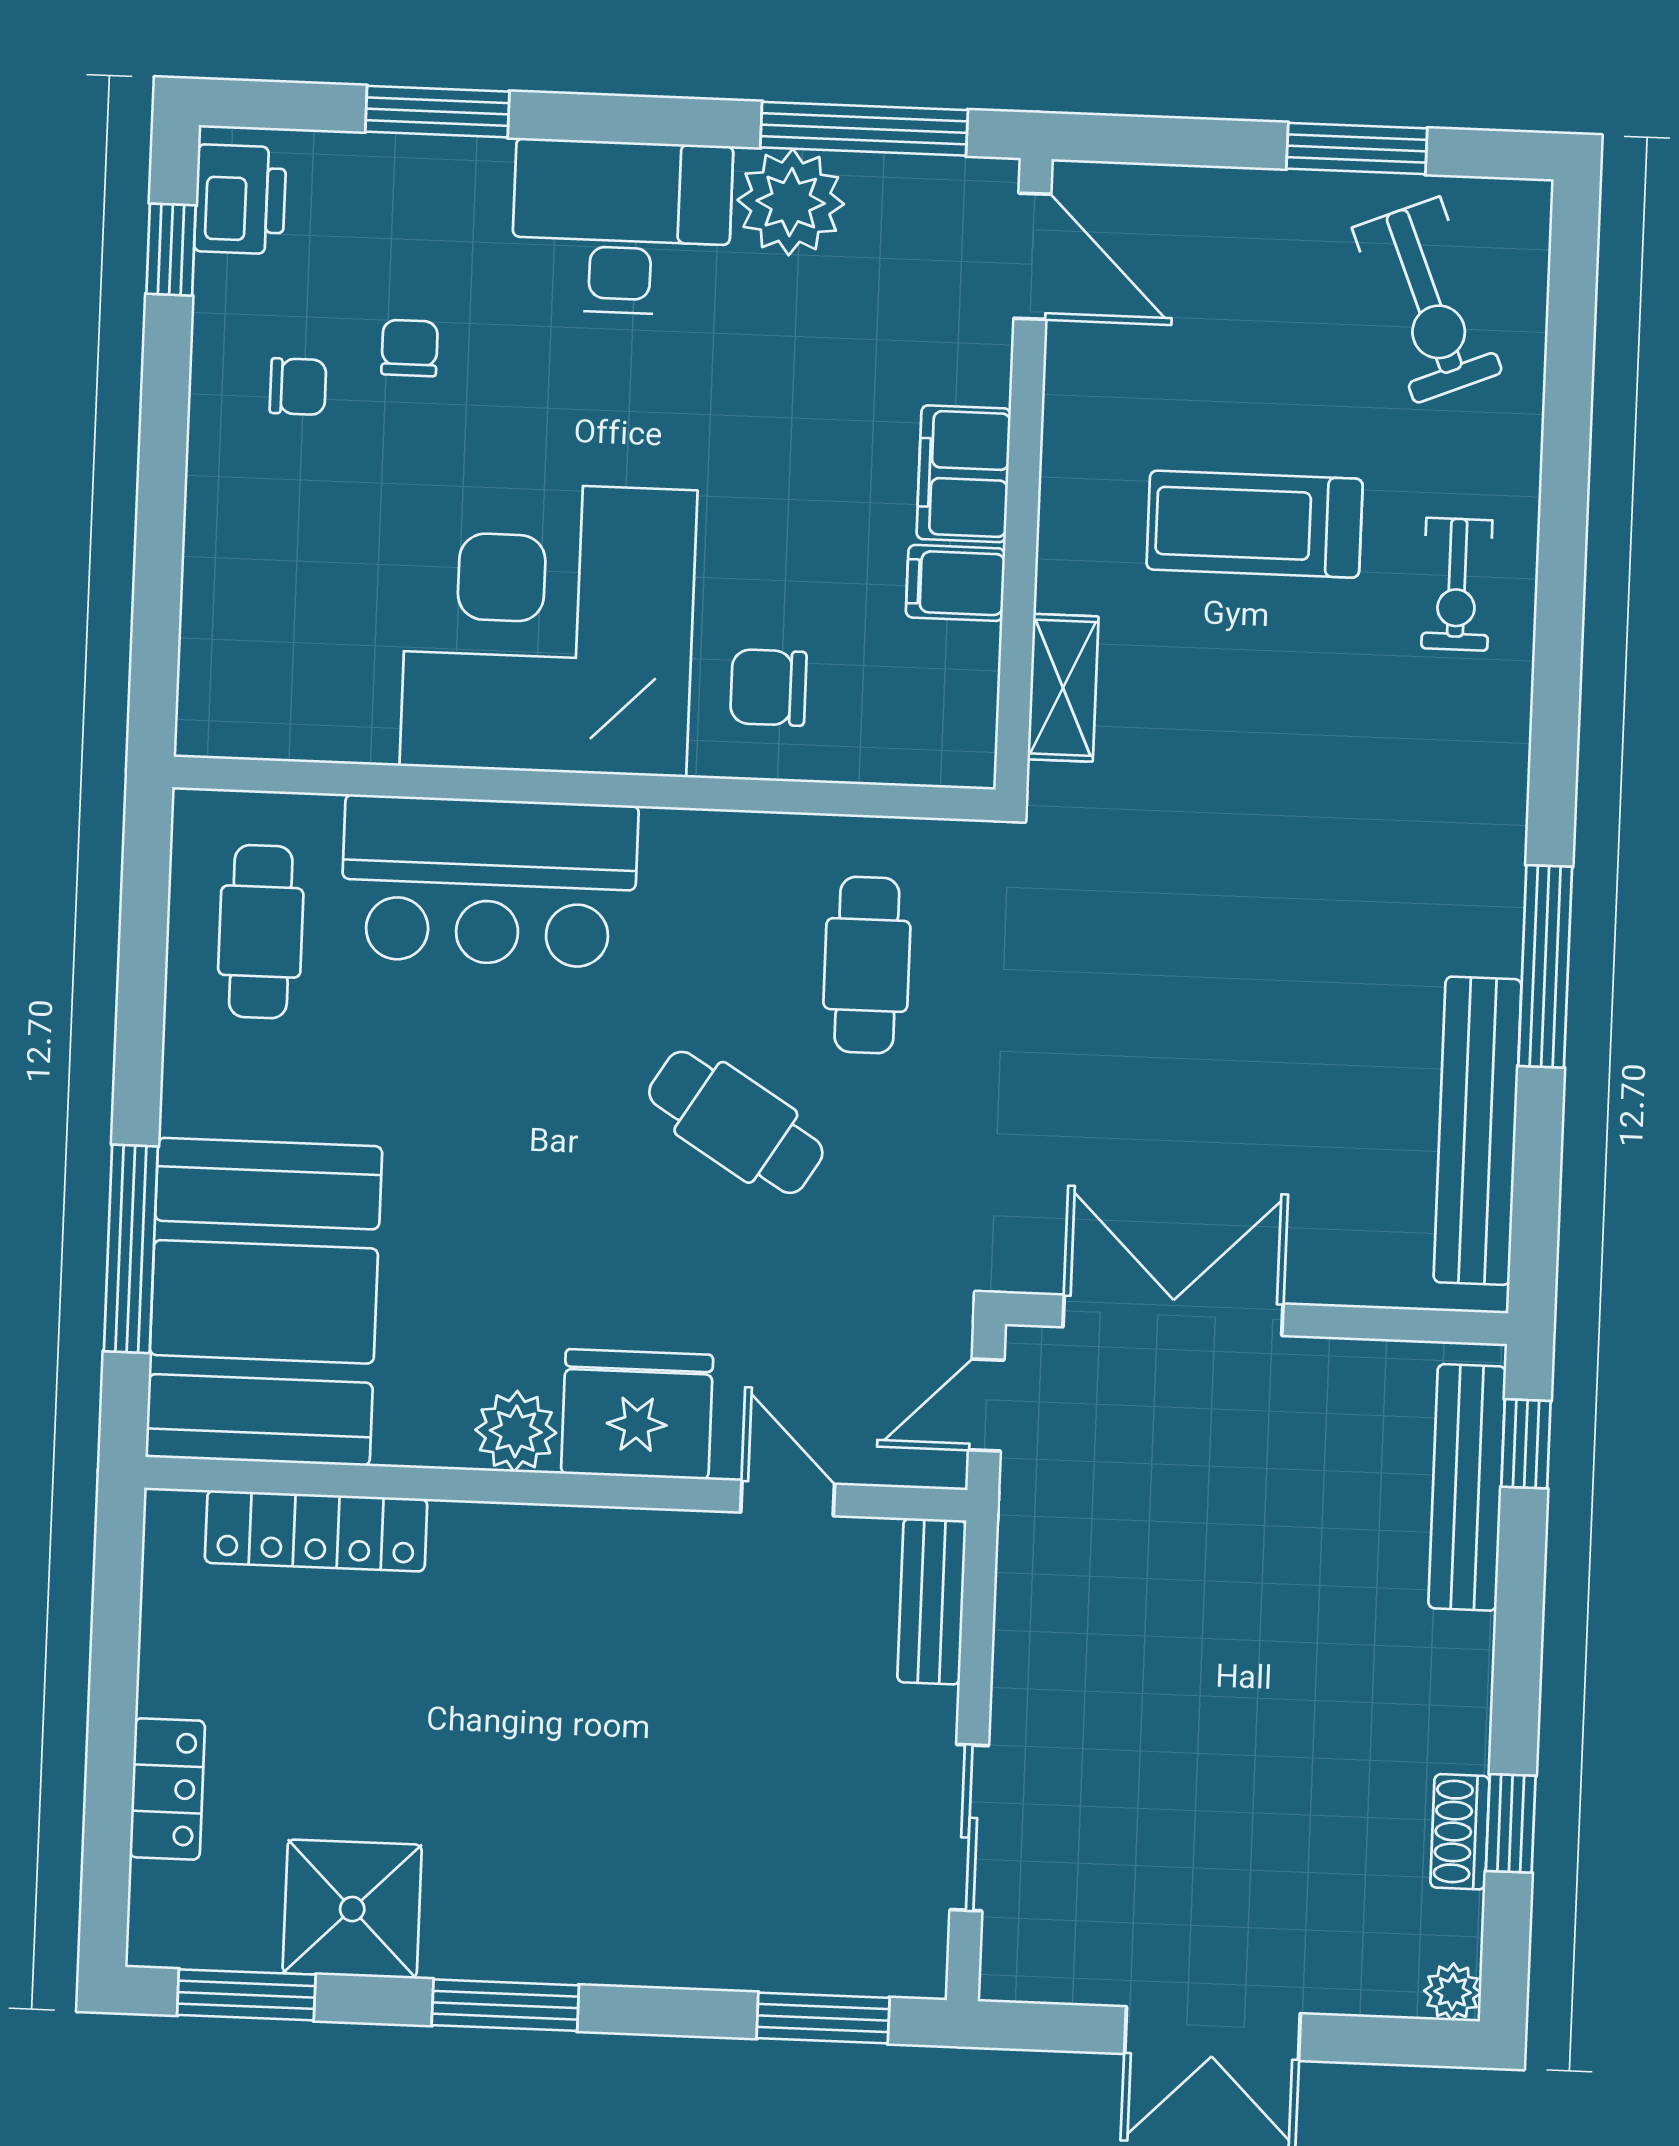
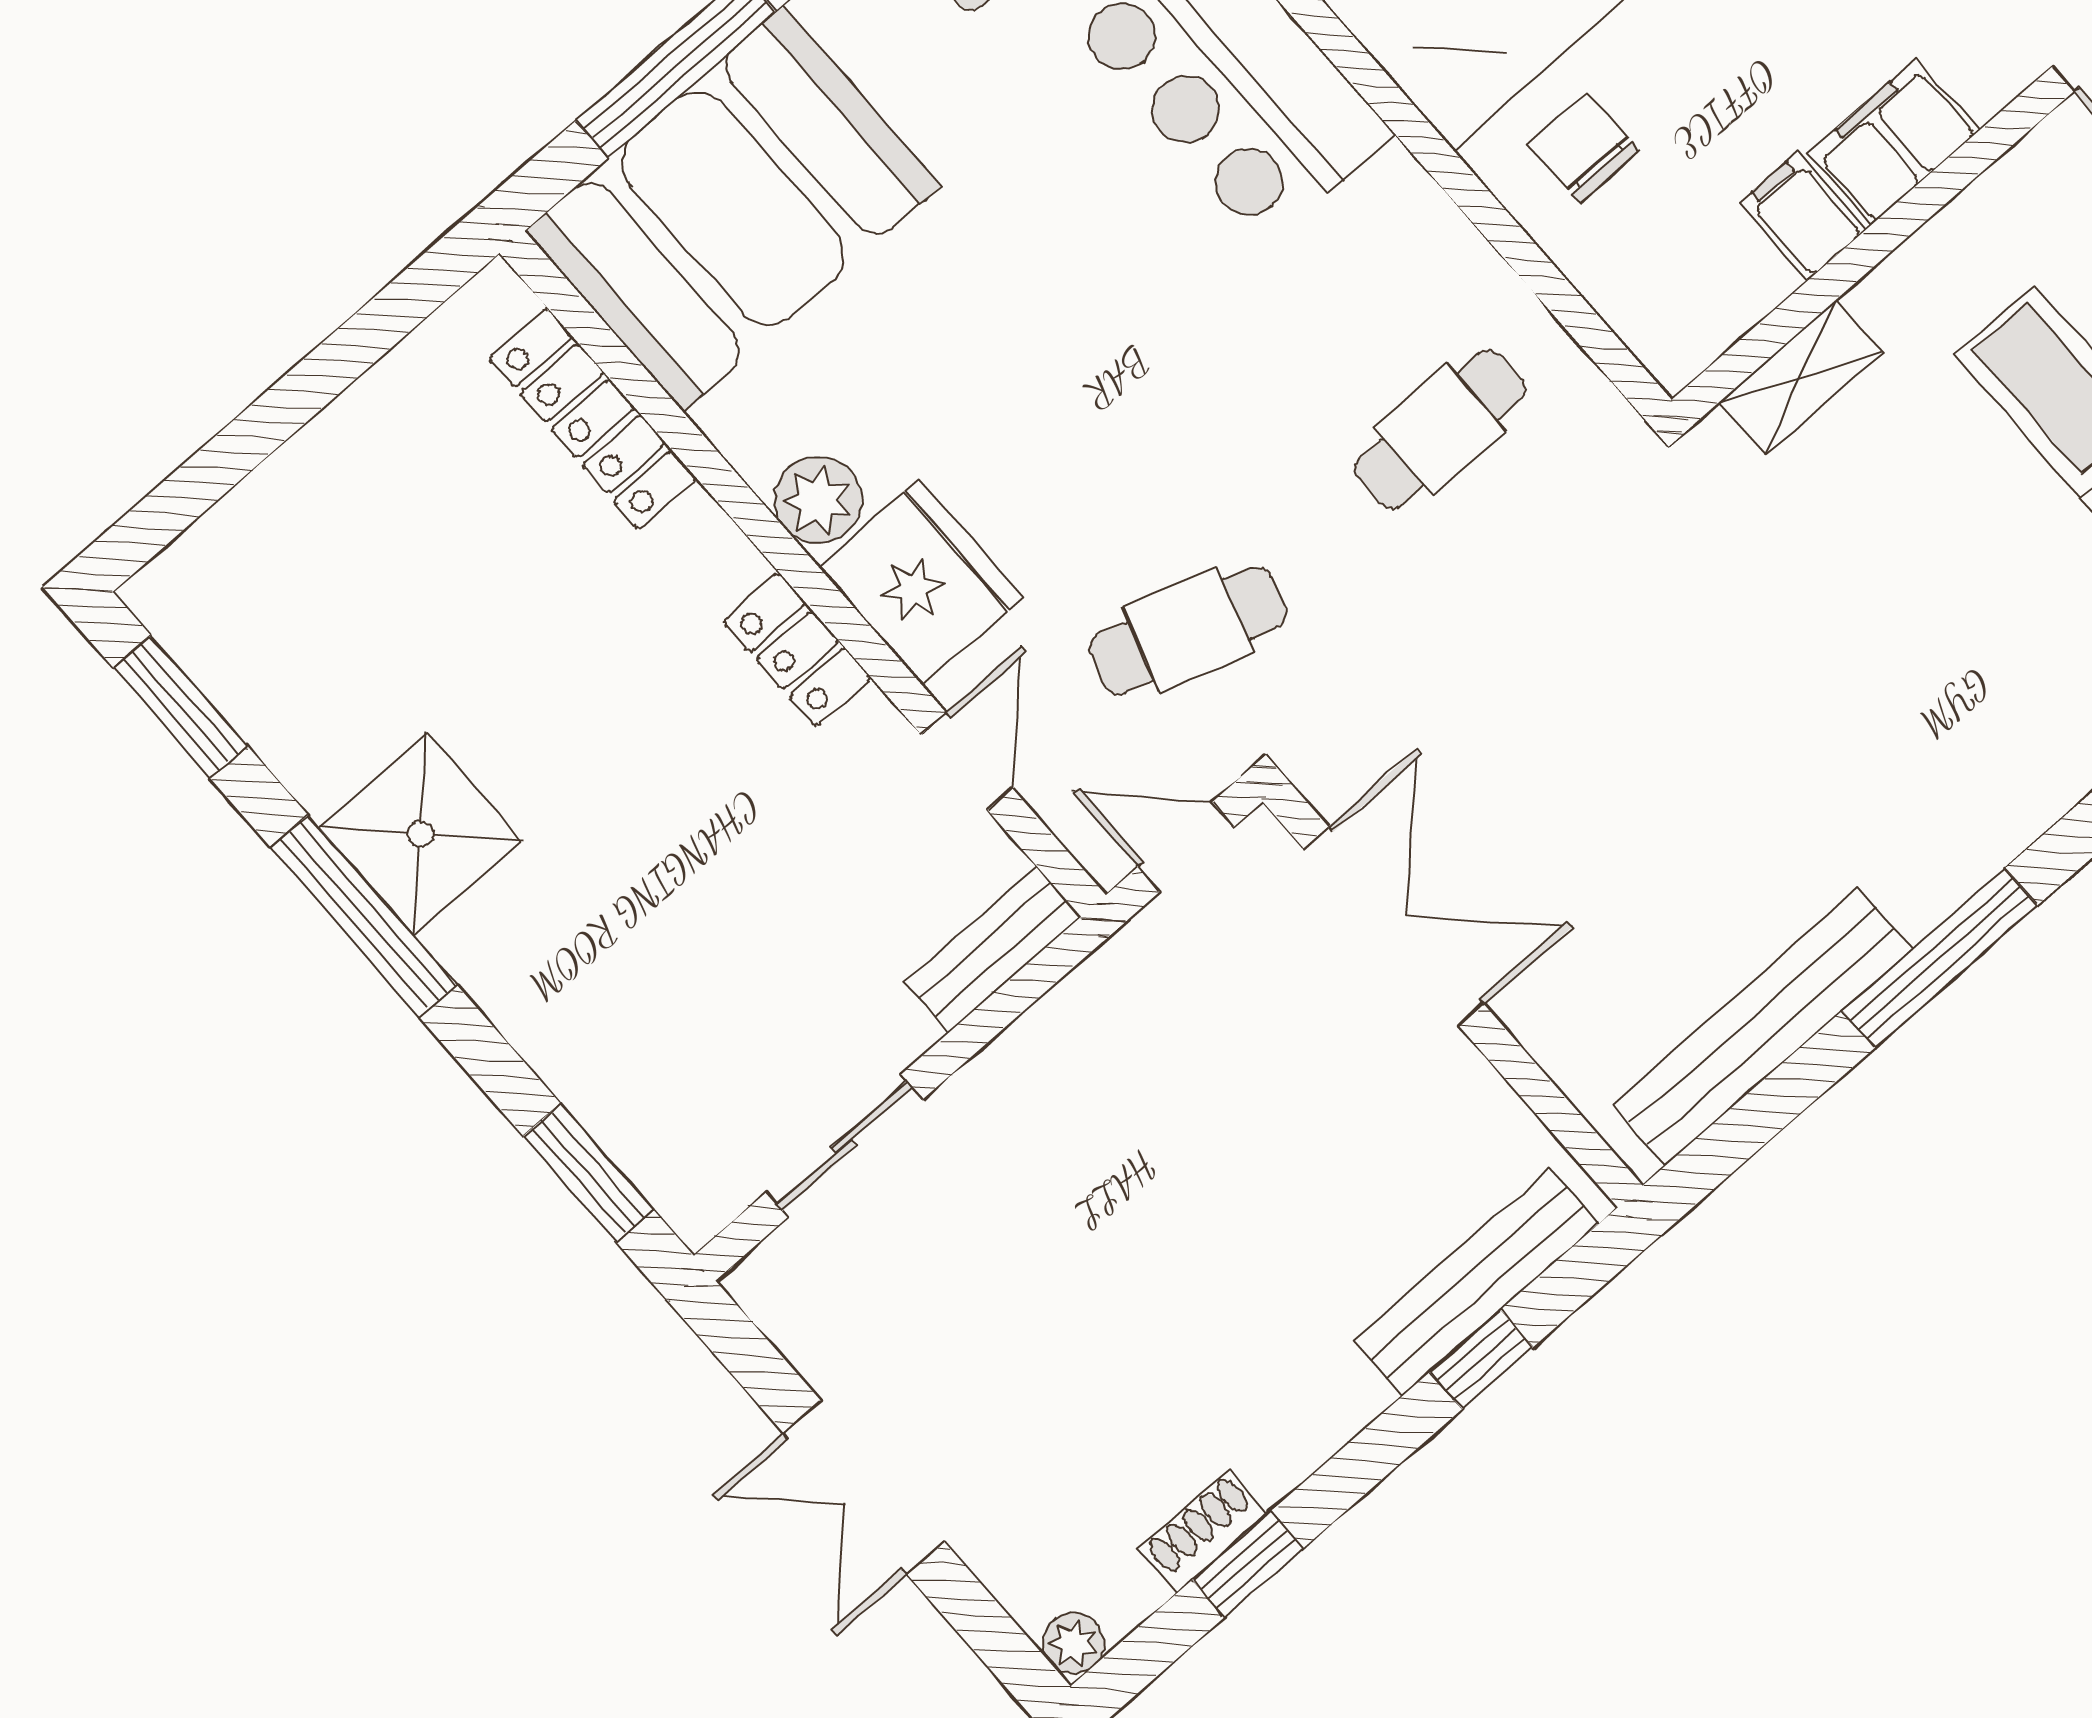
cafe table: (736, 1122) -> (1188, 631), moved, turned 76
window: (1526, 1444) -> (1481, 1360), moved
locker: (167, 1789) -> (797, 650), moved, turned 90
shower: (352, 1909) -> (420, 834), moved
window: (505, 2005) -> (364, 916), width x1.44

